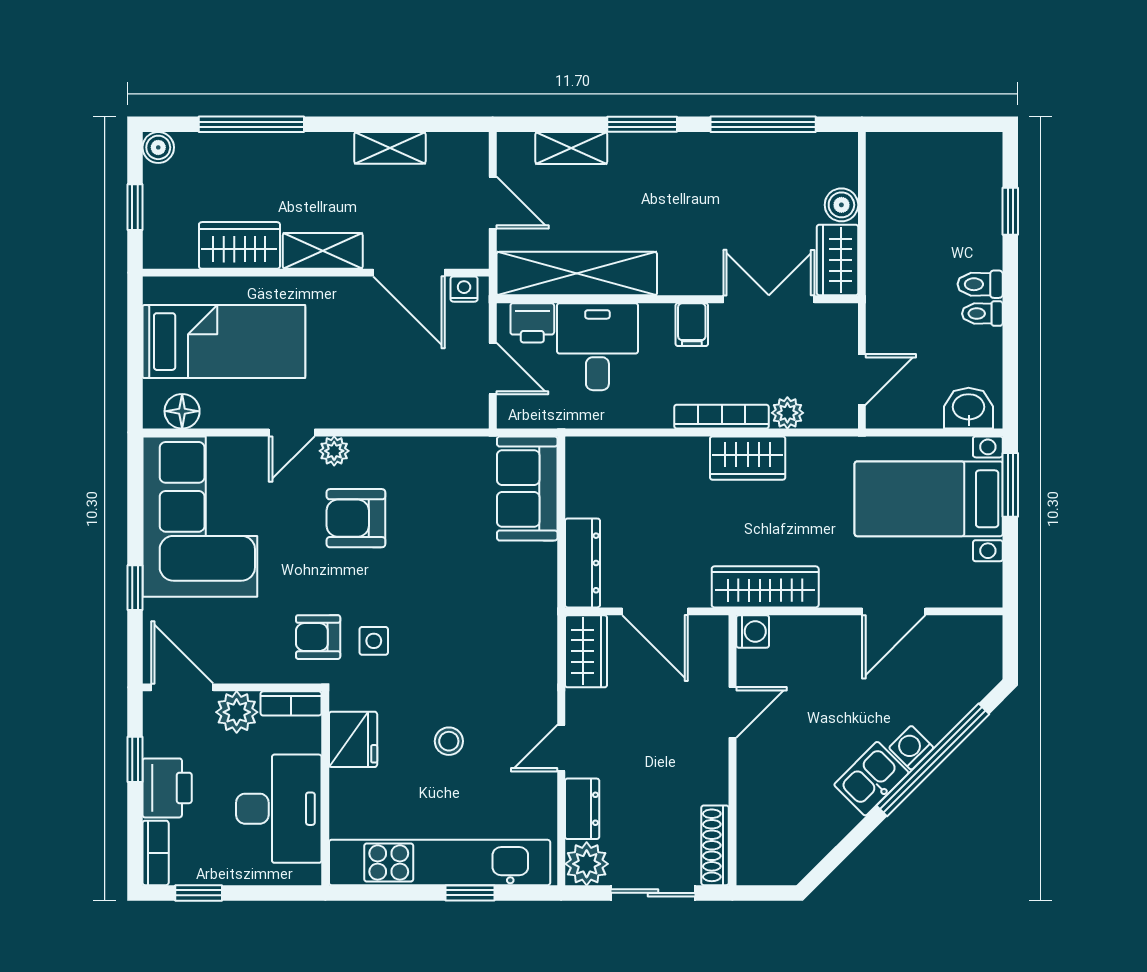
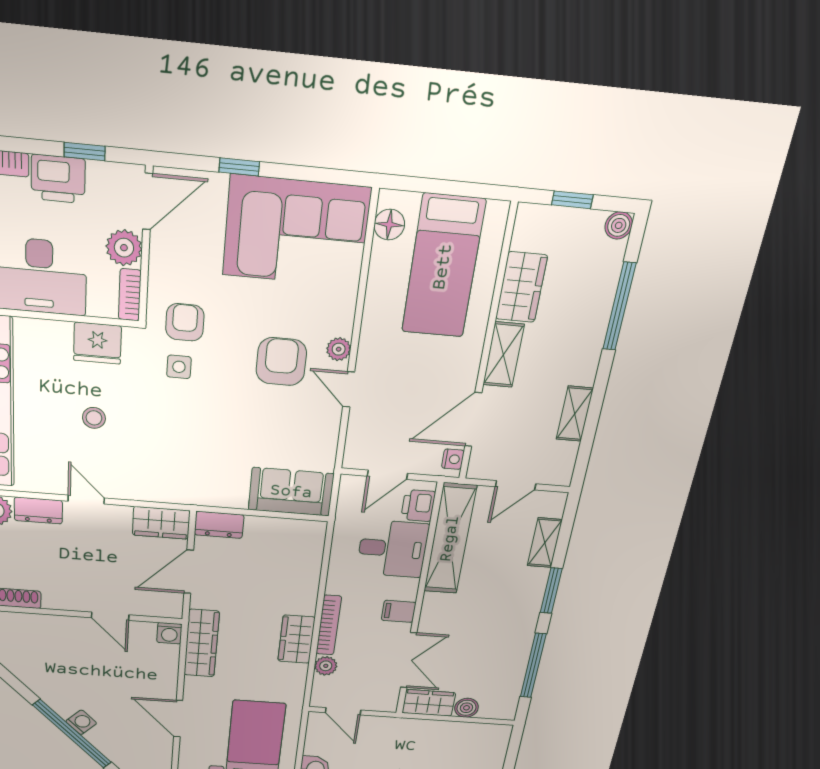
door: (292, 432) -> (349, 389), moved
dresser: (582, 563) -> (219, 525), width x0.70
kitchen sink: (871, 779) -> (59, 698), removed

